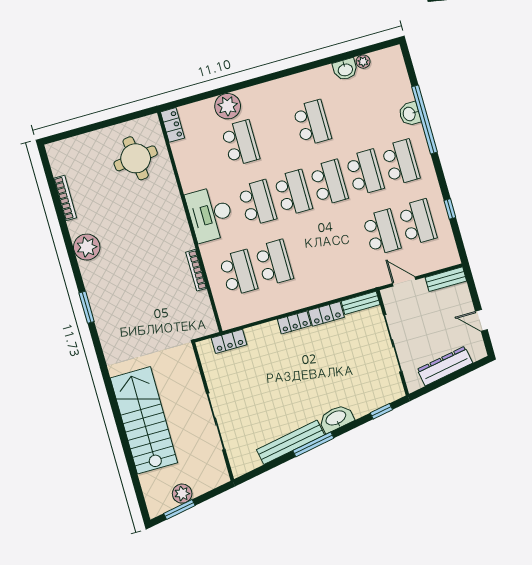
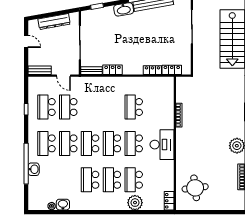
school desk: (238, 273) -> (112, 180), moved
locker: (294, 322) -> (152, 70), moved

